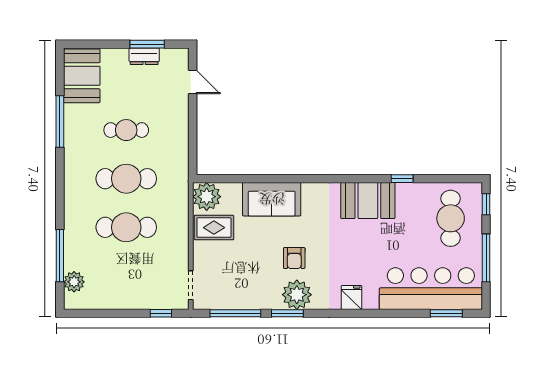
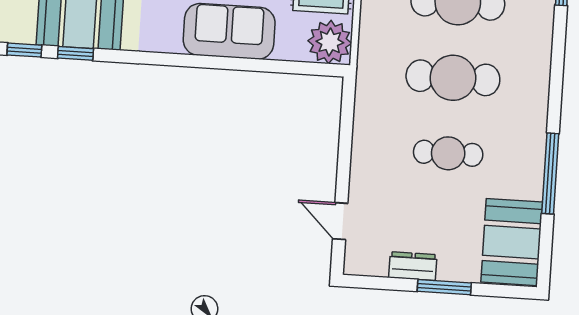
window: (147, 44) -> (444, 287), moved
window: (369, 179) -> (76, 53), added

